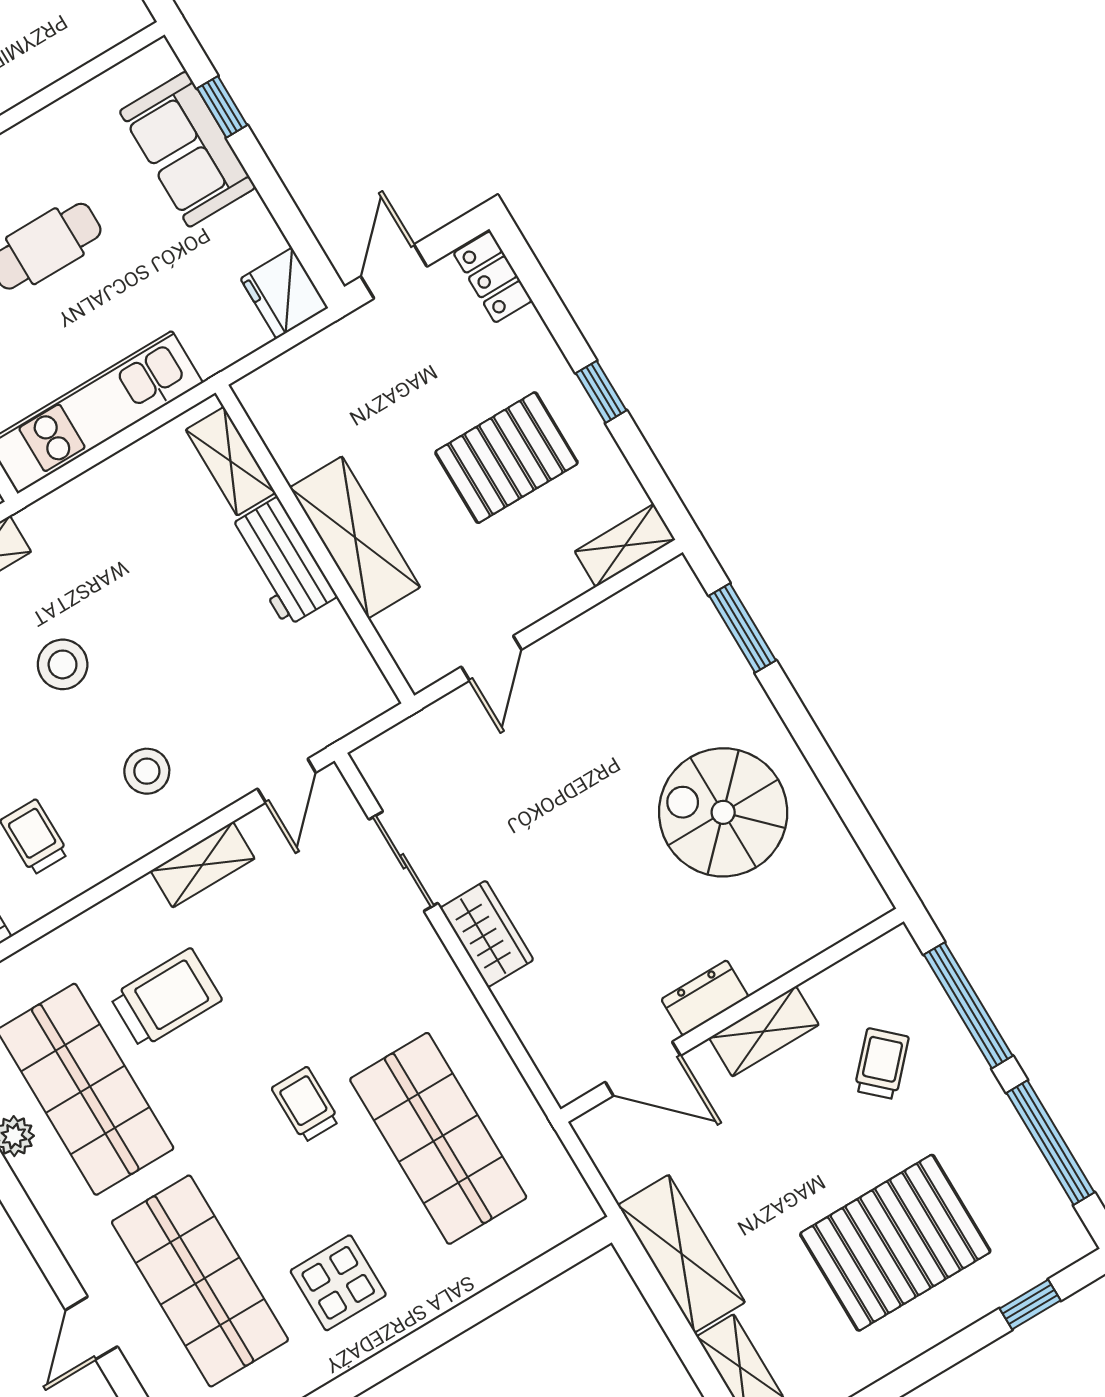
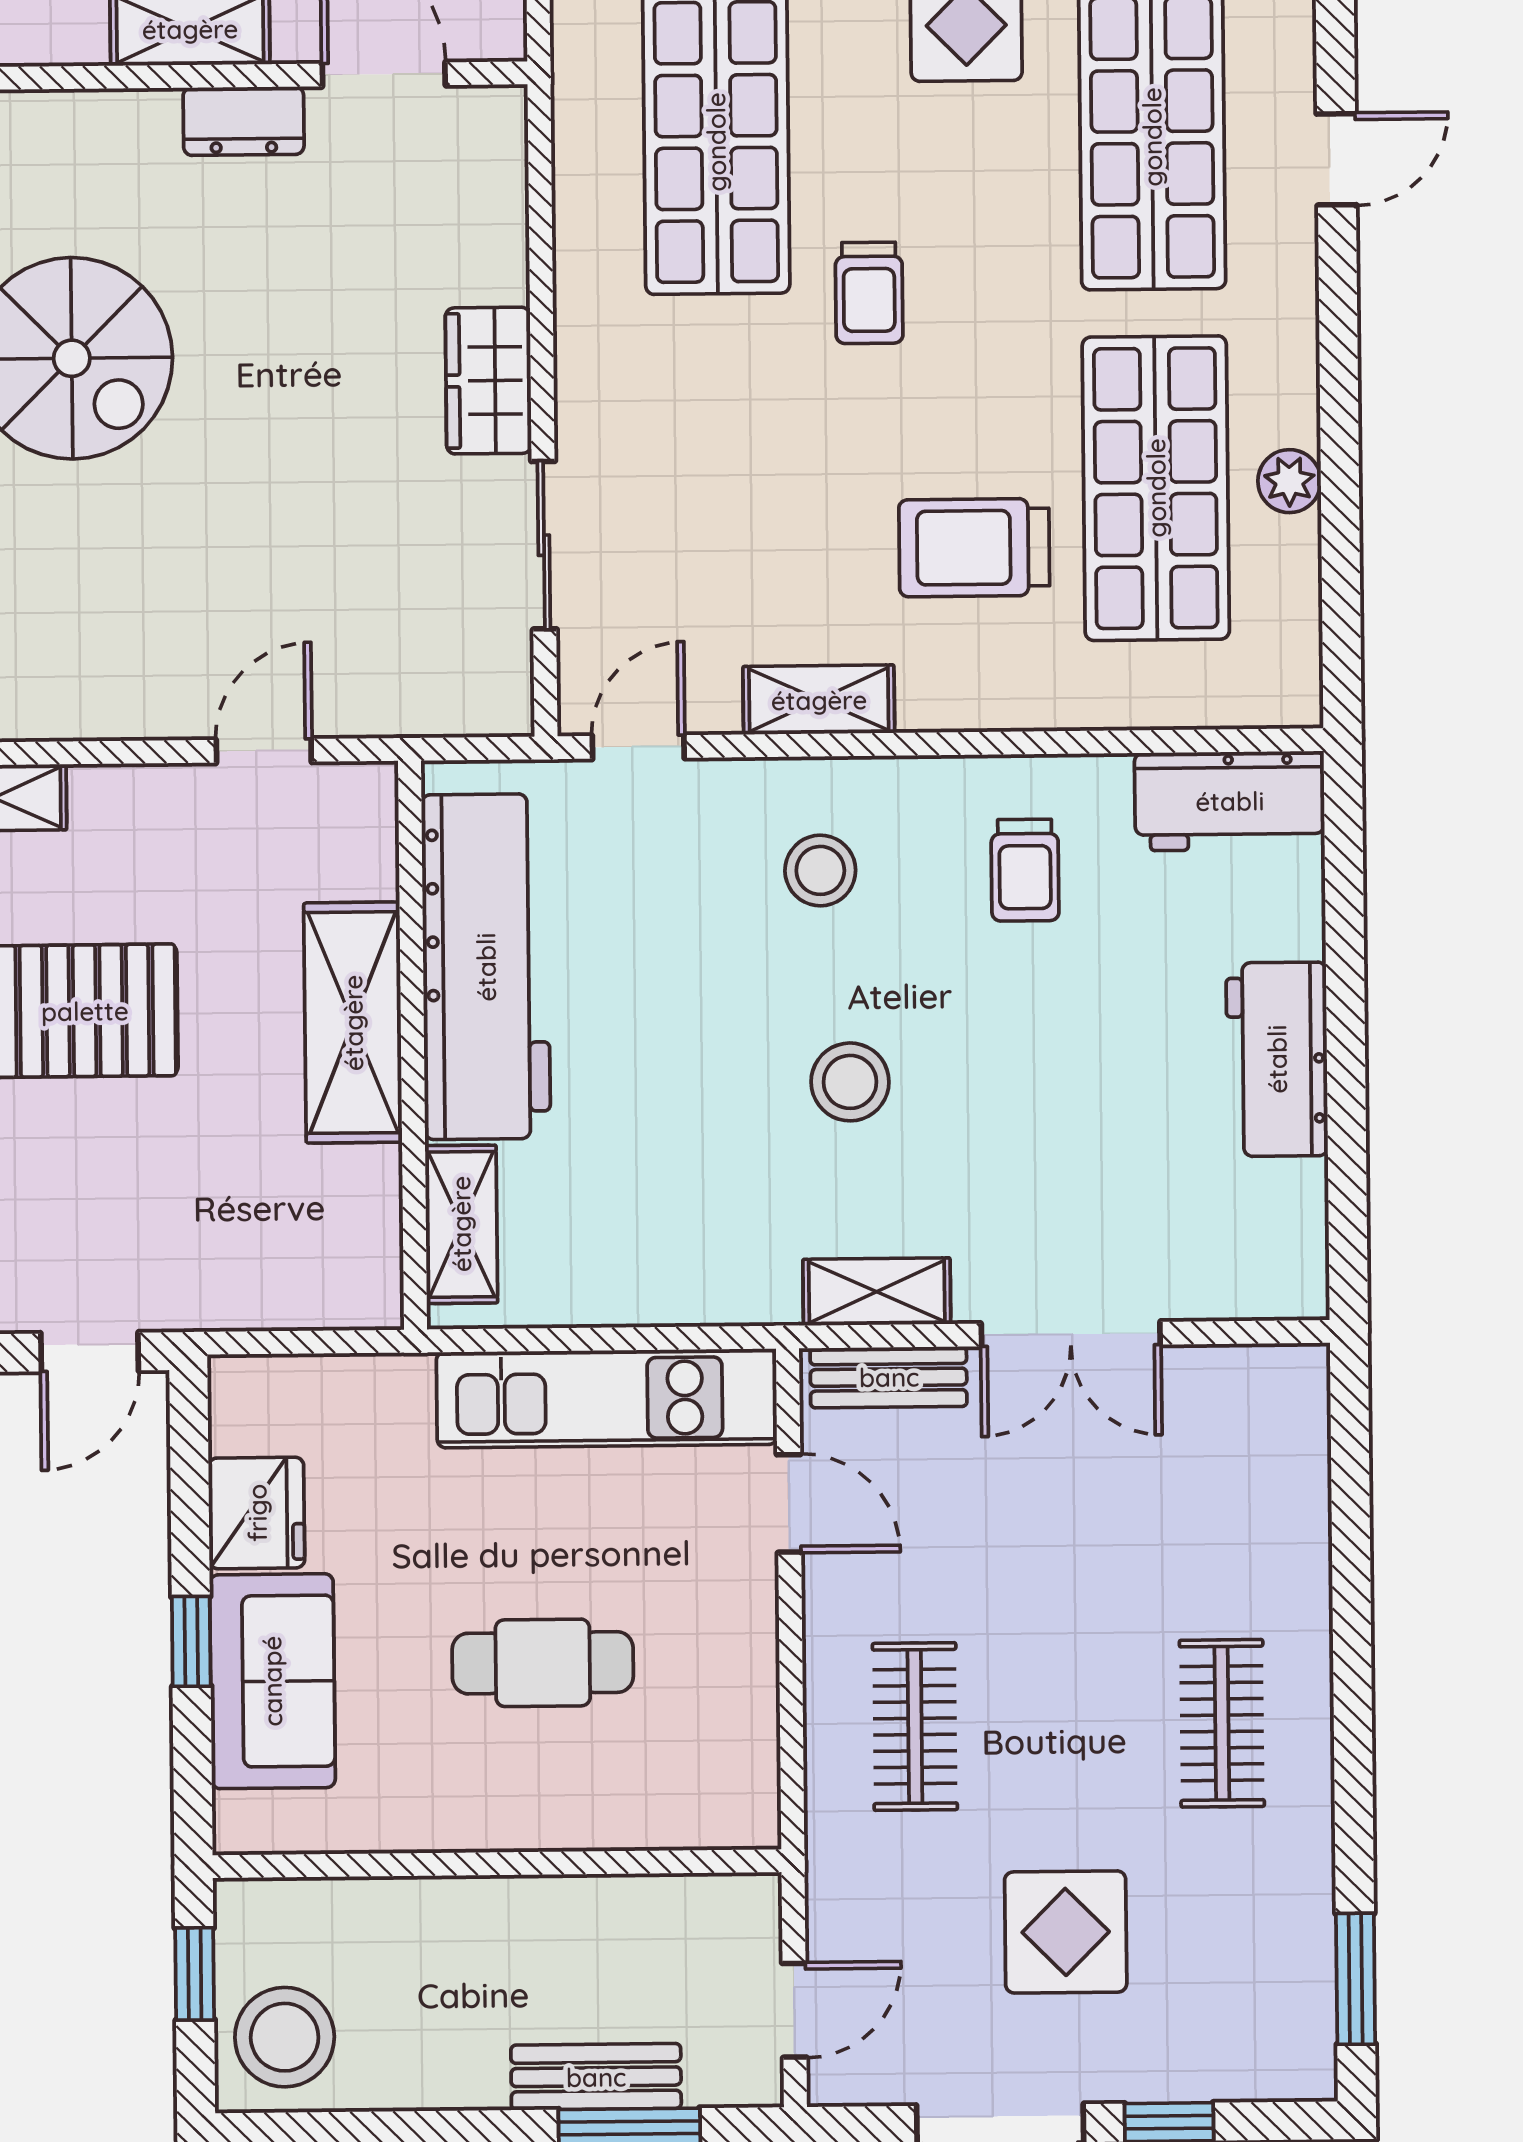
window: (222, 107) -> (191, 1641), moved
fridge: (284, 293) -> (257, 1513), moved
workbench: (282, 562) -> (486, 967), width x1.88, depth x1.32

